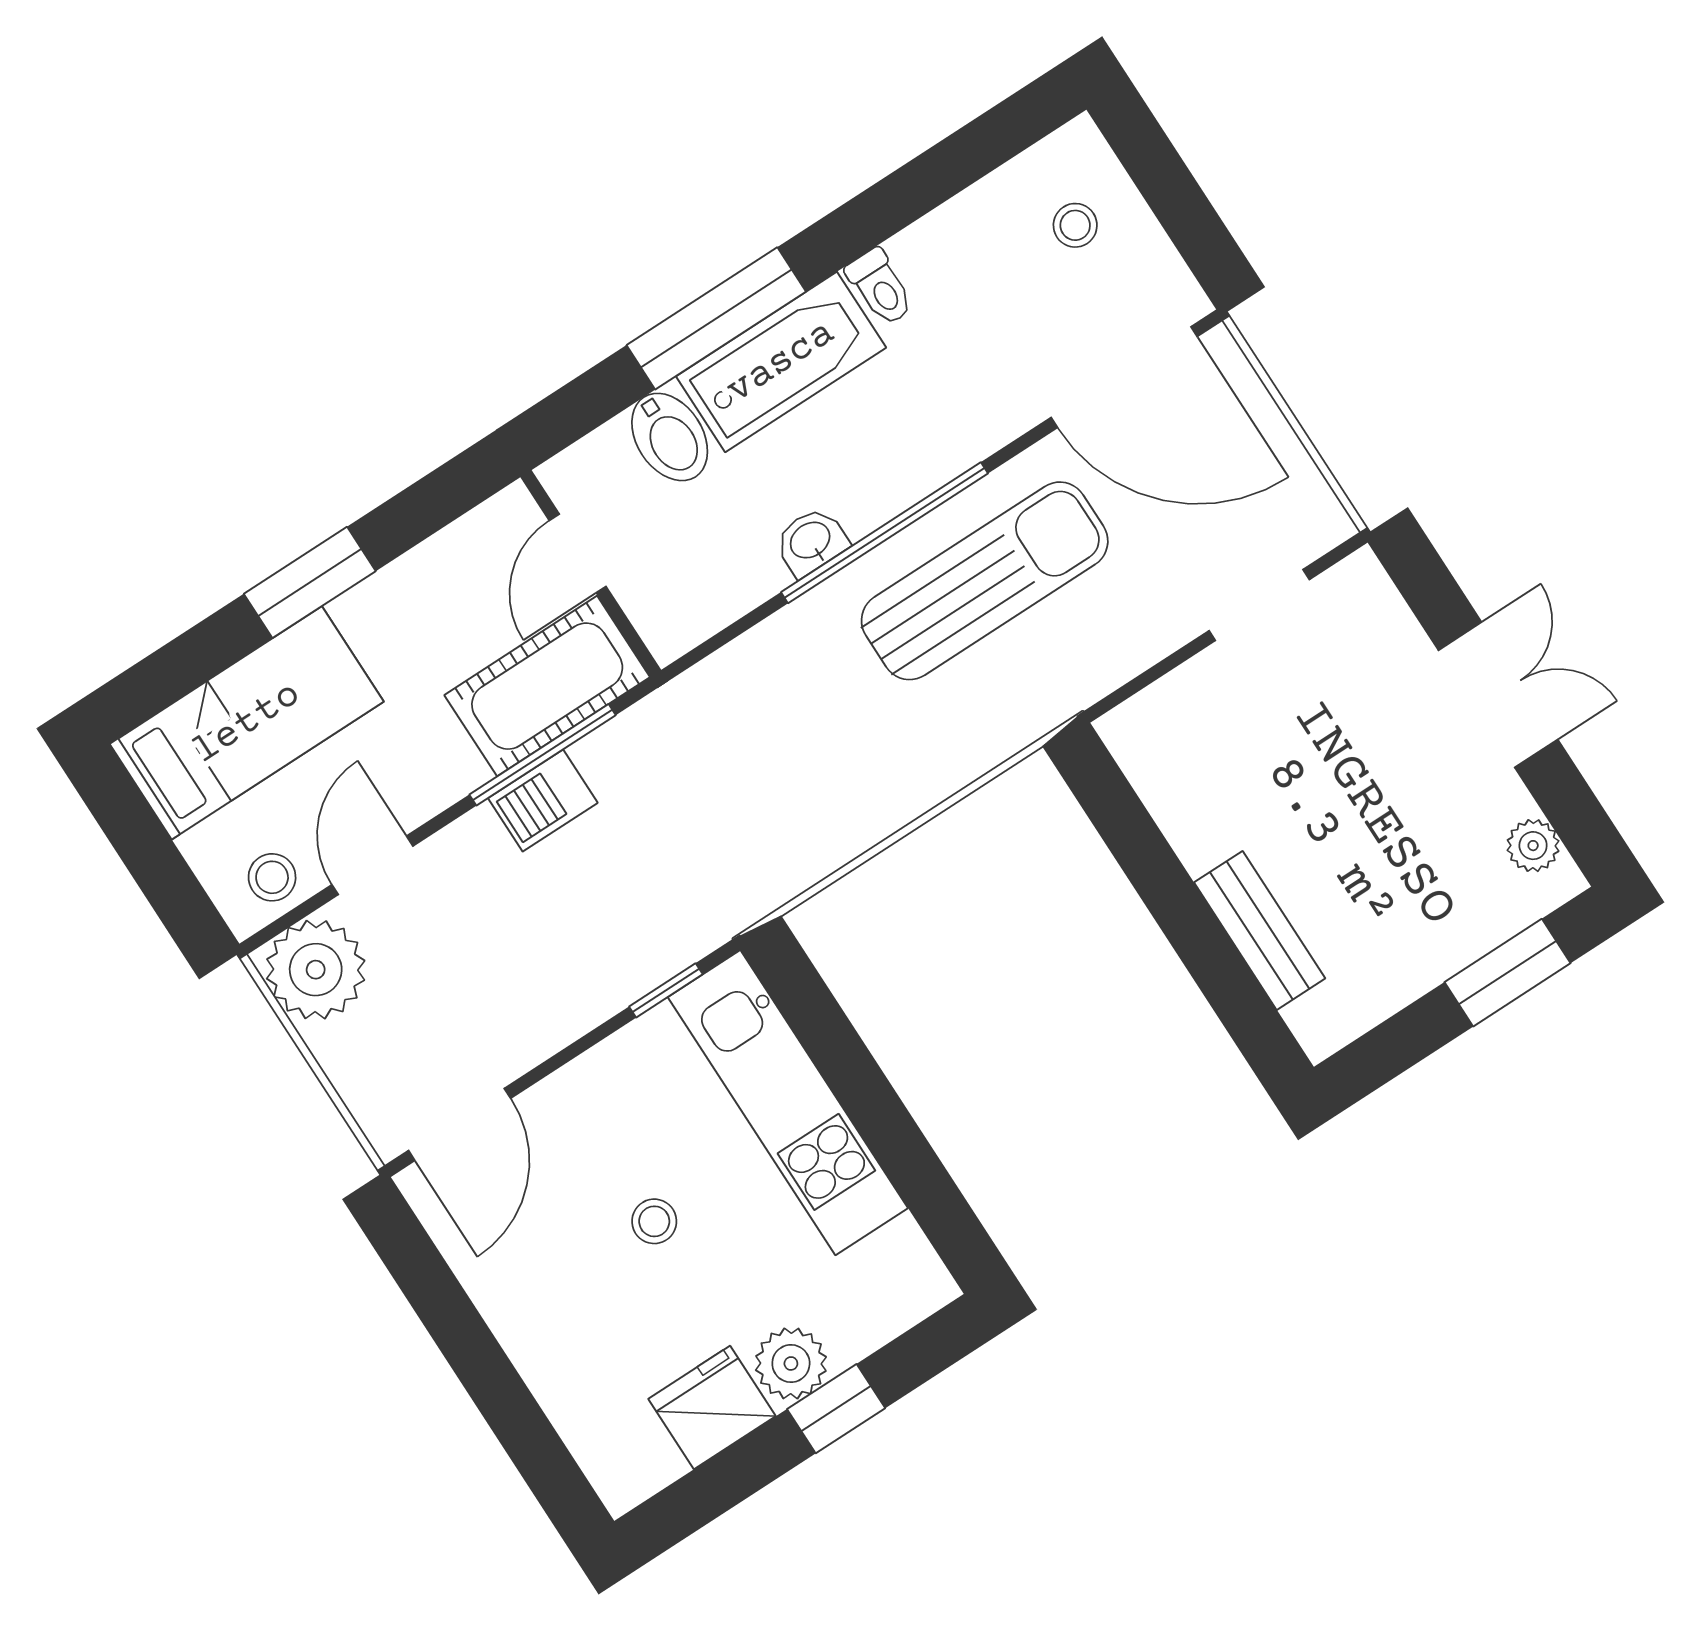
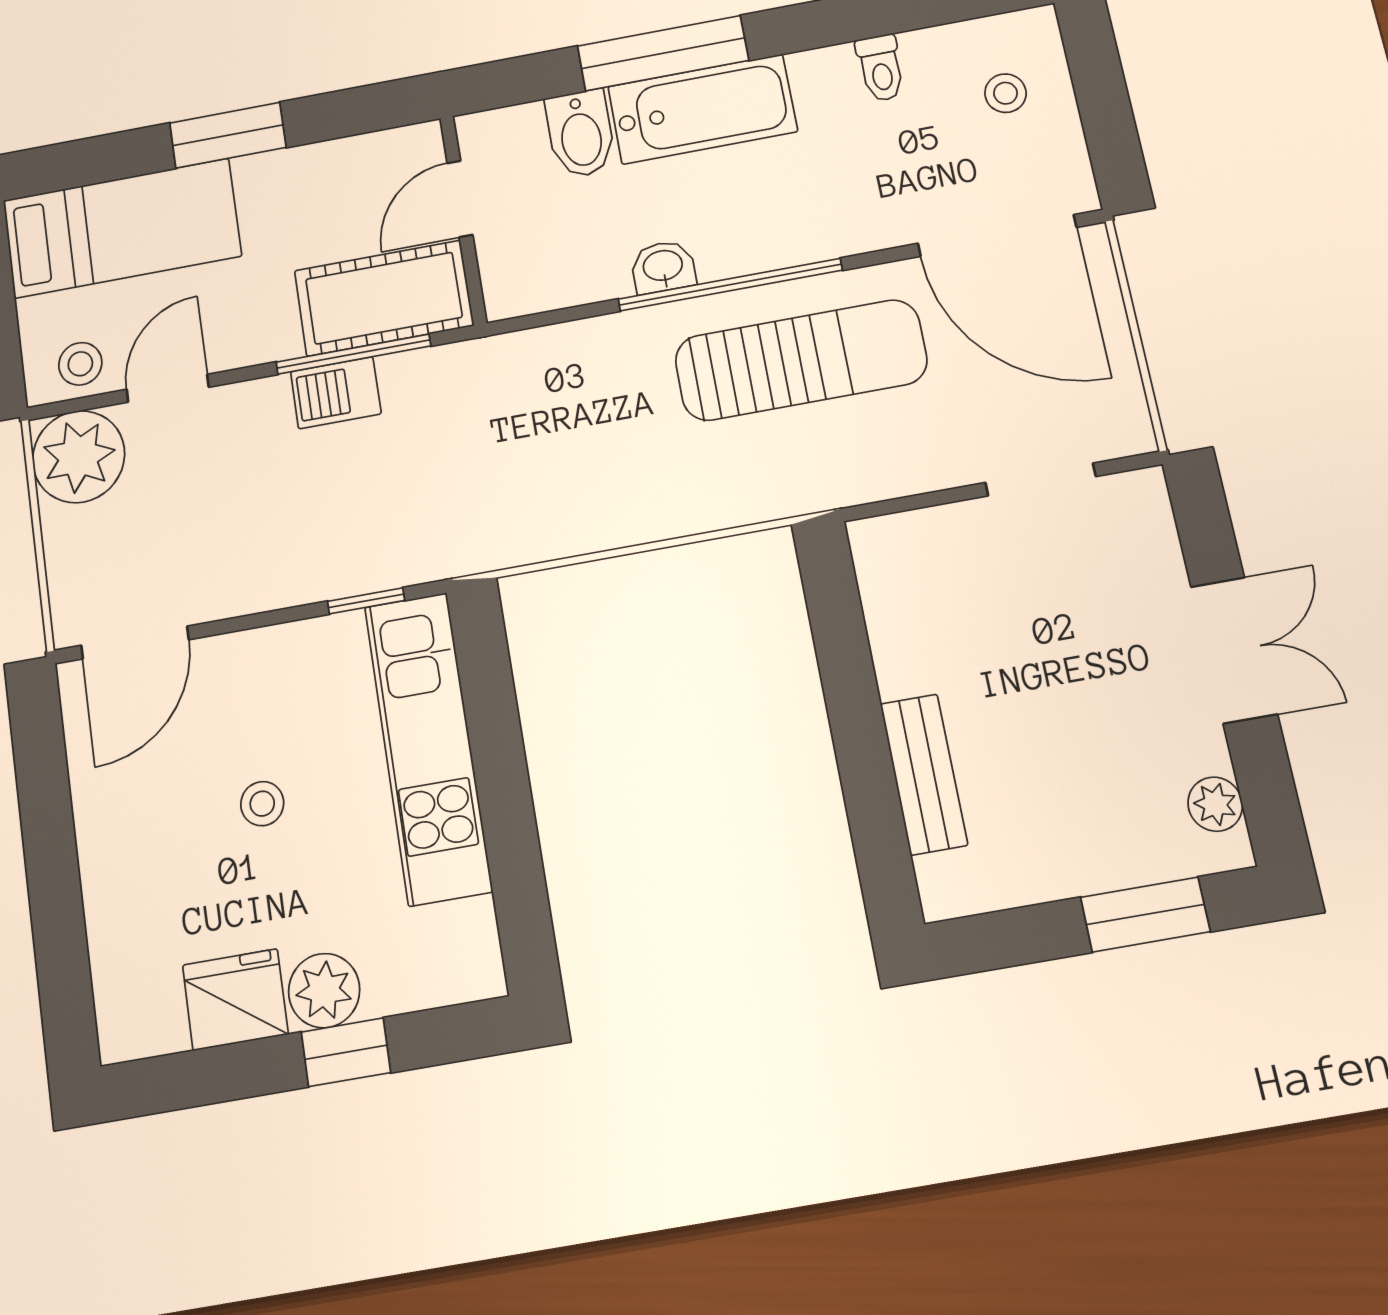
toilet: (880, 287) -> (881, 68), moved

